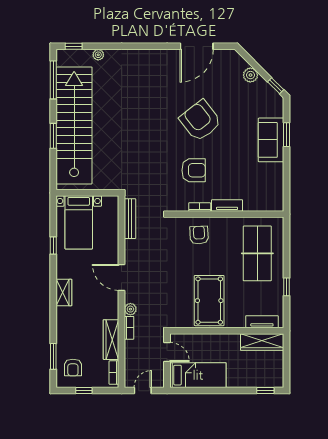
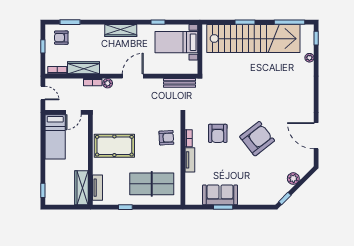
window: (287, 135) -> (223, 207), moved
sofa: (271, 140) -> (220, 195), moved
wardrobe: (64, 293) -> (121, 30), width x1.50

